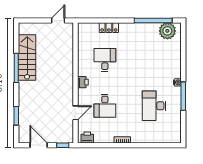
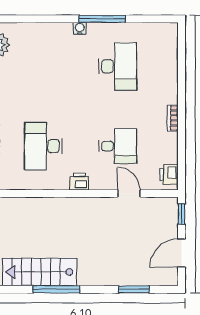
desk: (105, 60) -> (43, 146), width x1.37
desk: (154, 106) -> (118, 66), turned -90

